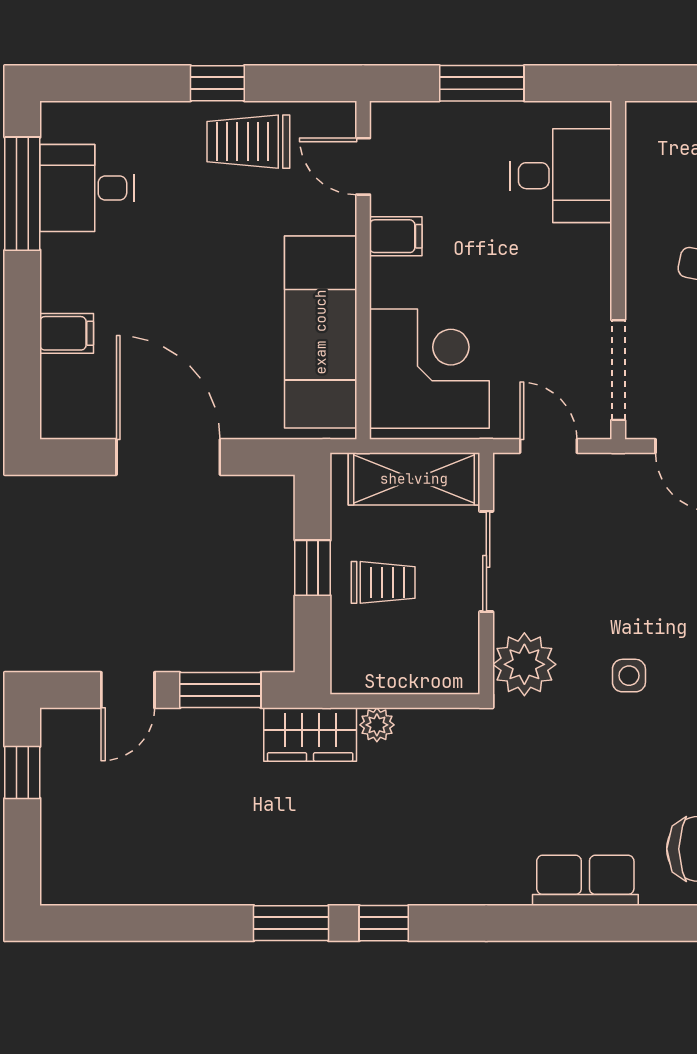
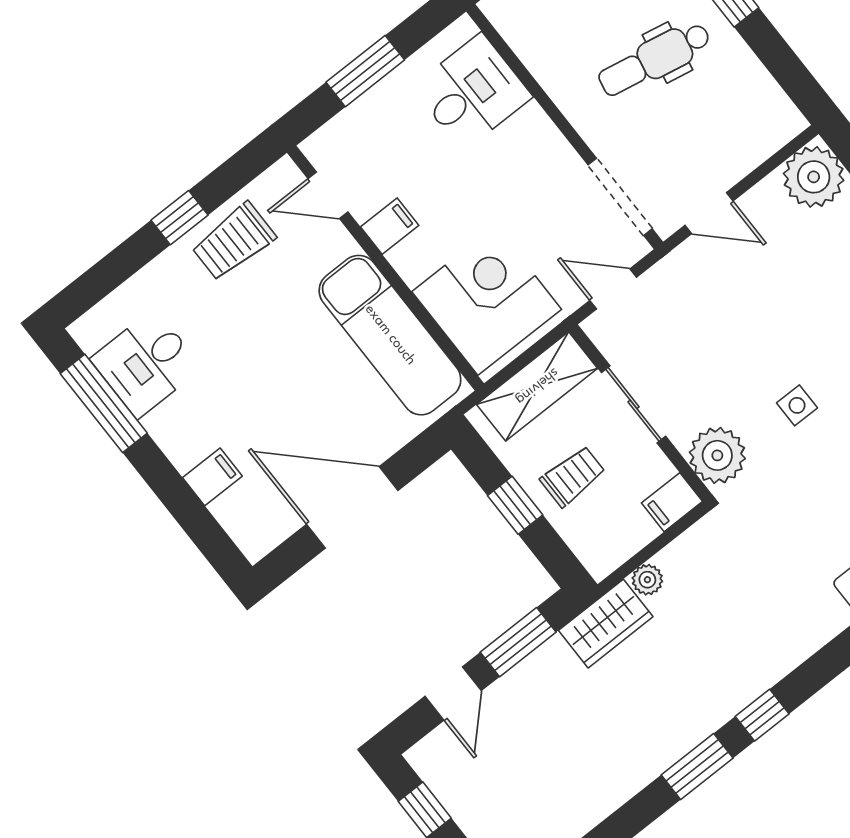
filing cabinet: (452, 674) -> (672, 502), added

